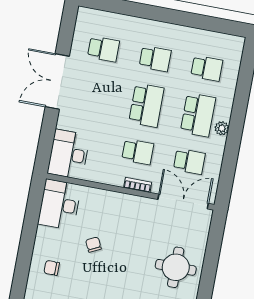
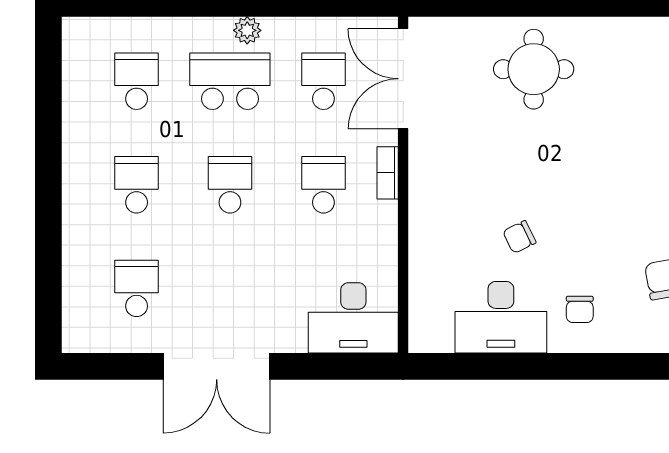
school desk: (146, 105) -> (230, 185), width x0.54
desk: (60, 205) -> (501, 317), moved

